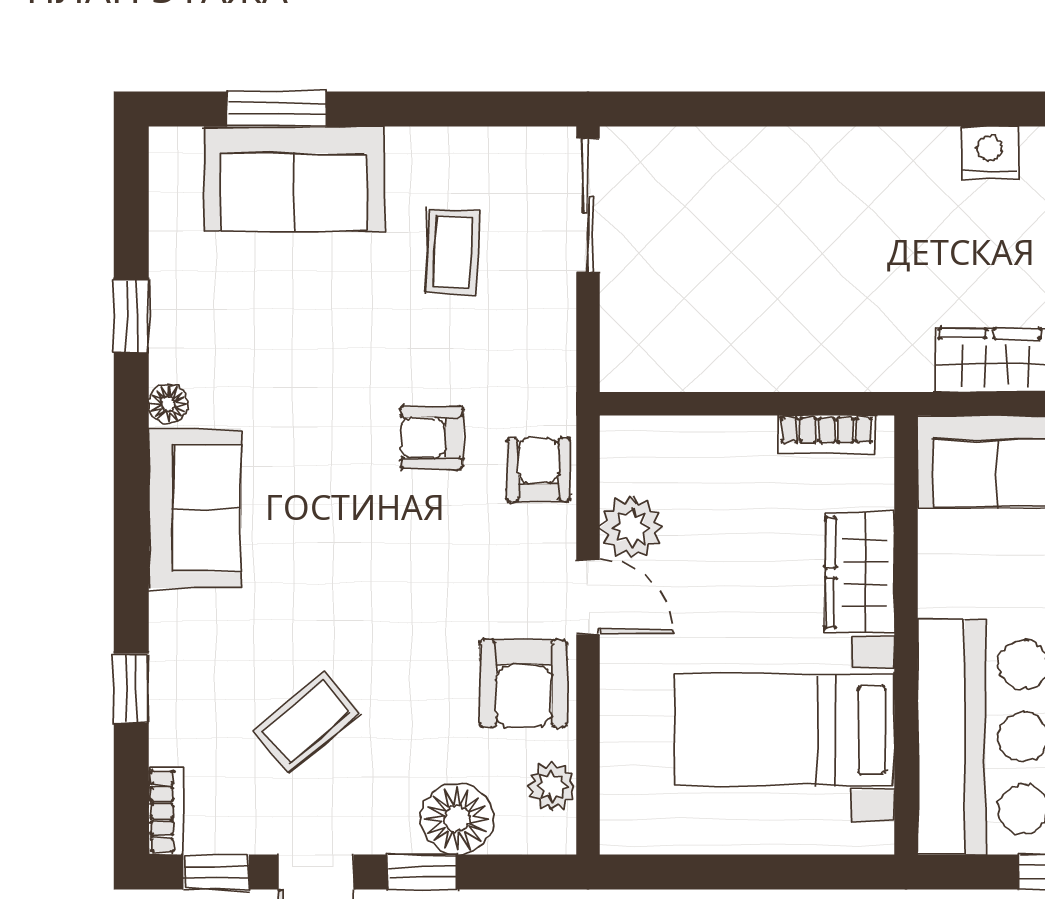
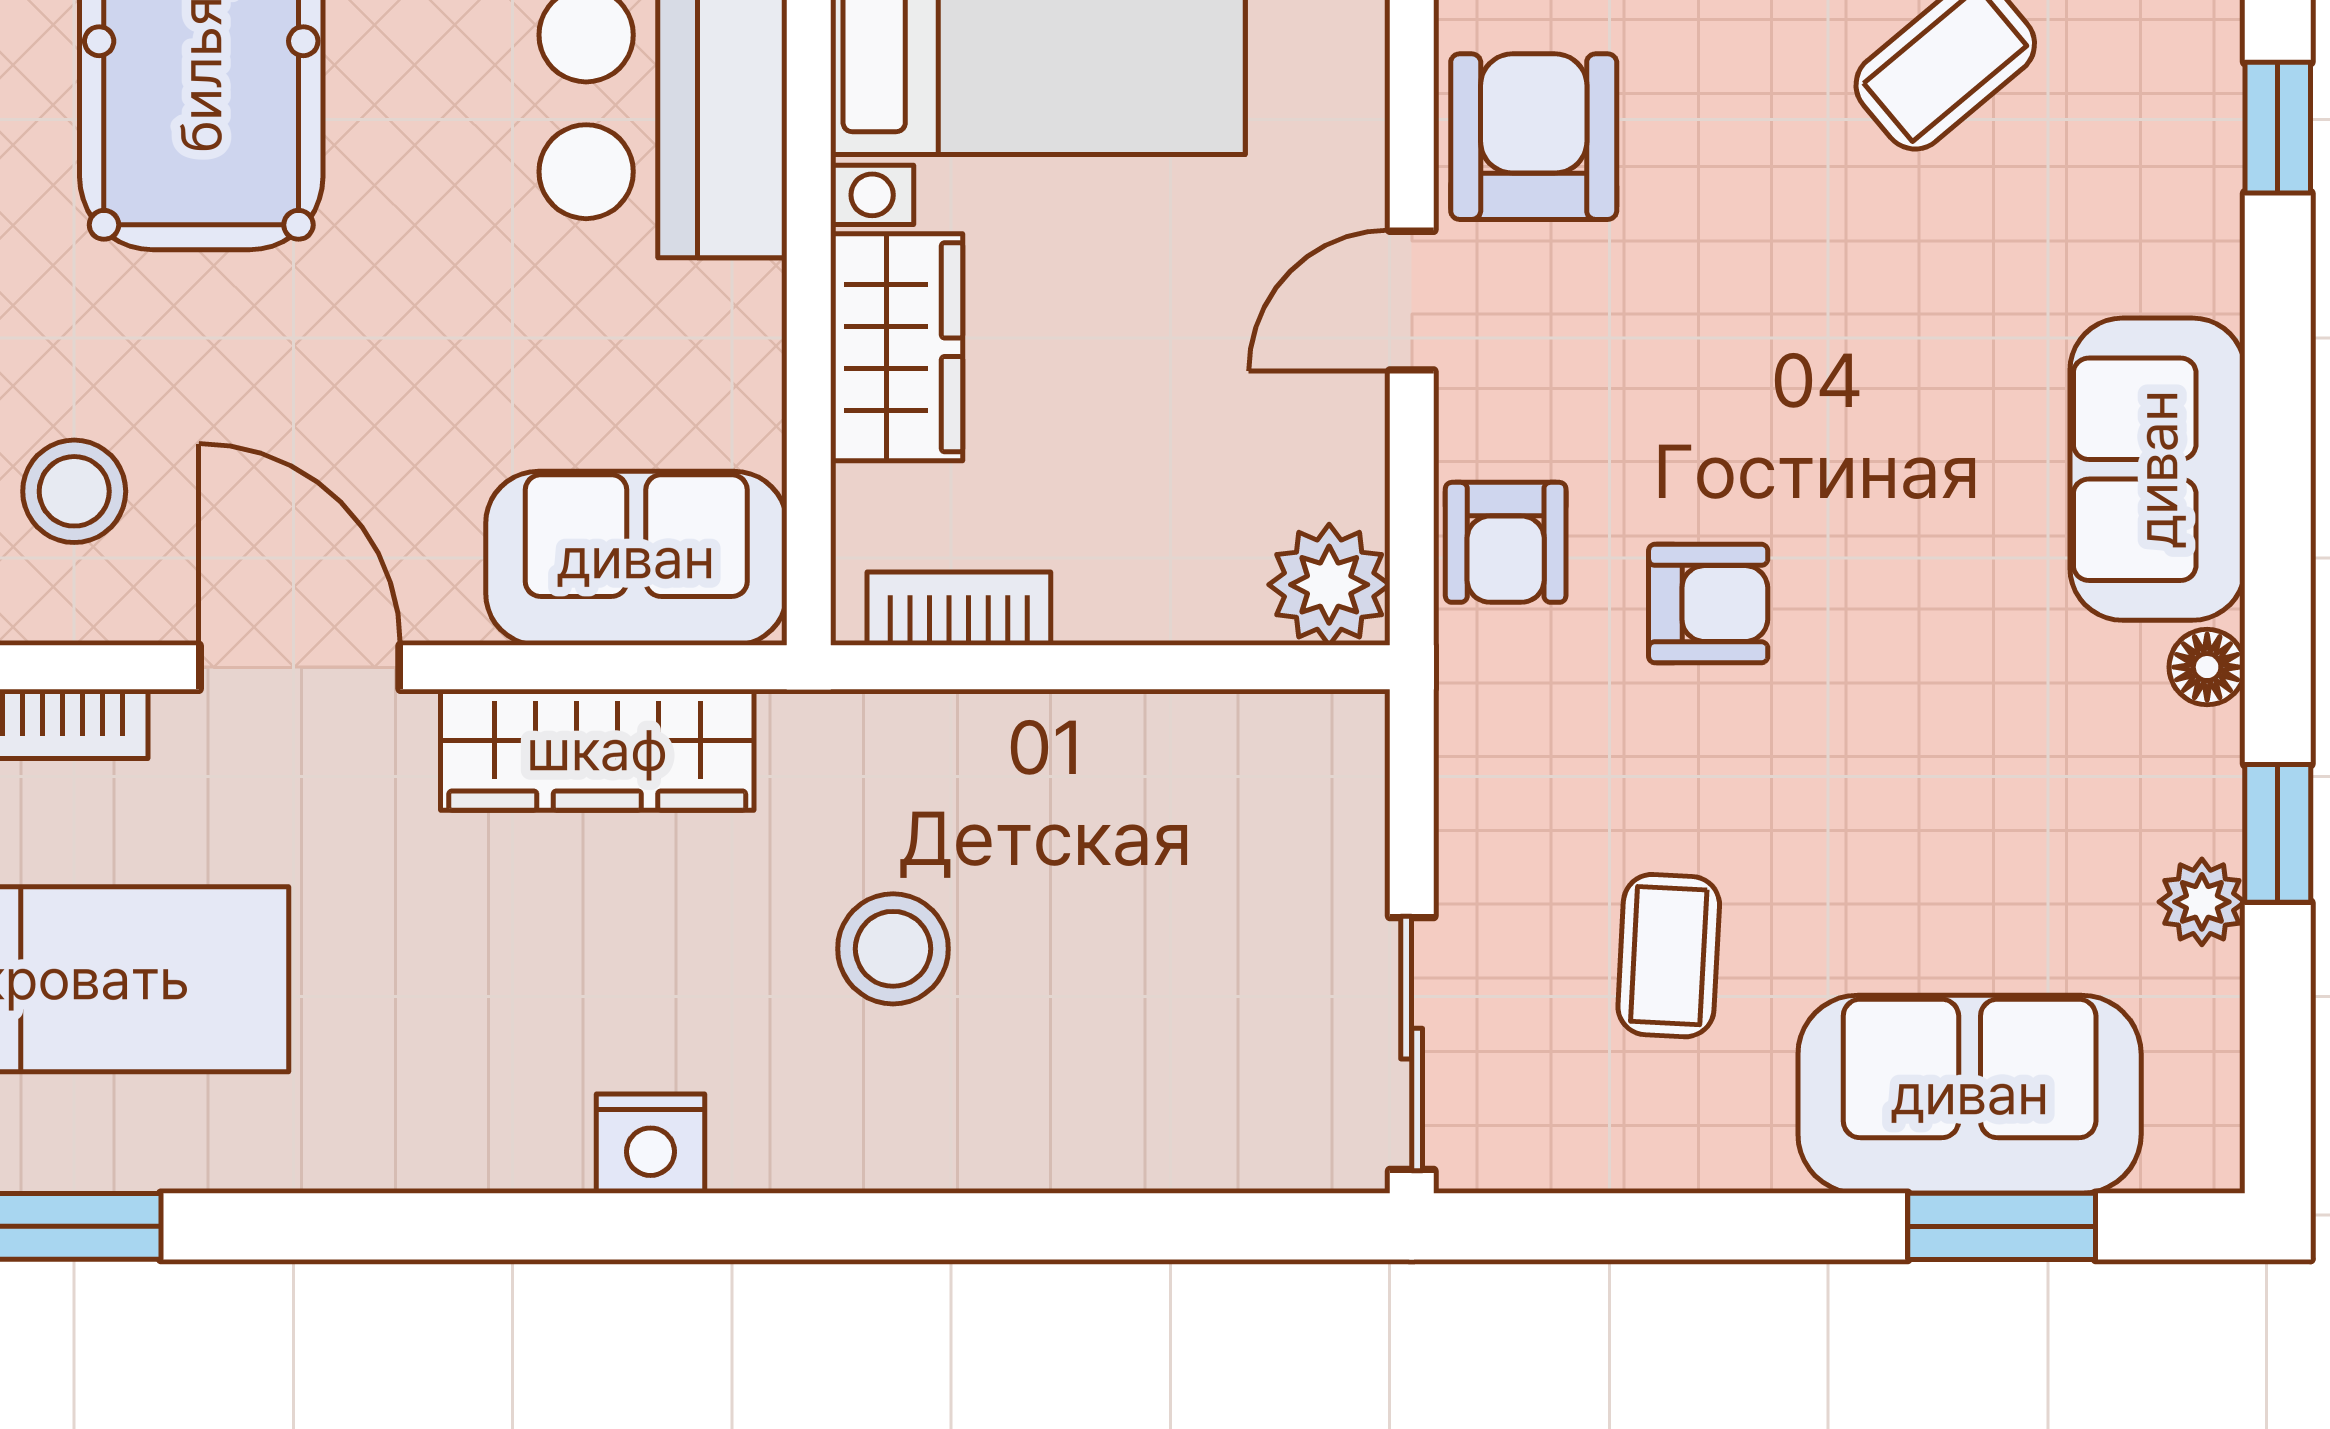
stool: (861, 255) -> (893, 949), added
plant: (171, 280) -> (2202, 902), added
plant: (632, 528) -> (1329, 585), moved
door: (588, 597) -> (1412, 301), hinge flipped

